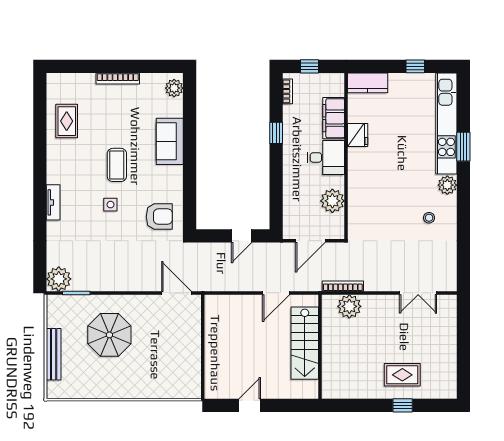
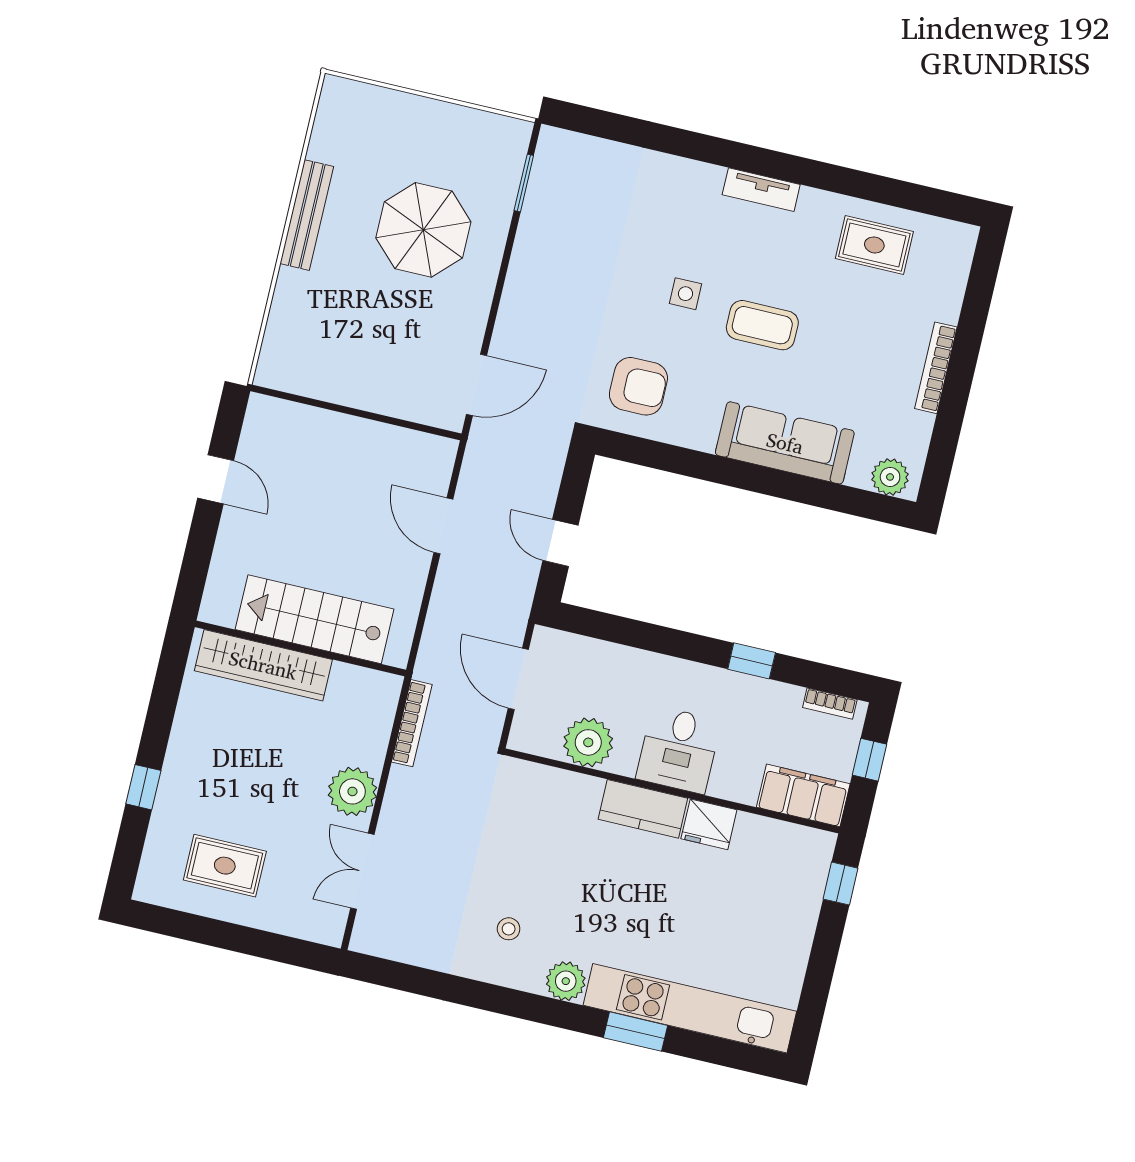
window: (415, 66) -> (841, 884), moved
kitchen counter: (368, 83) -> (643, 809), moved, turned -90
filing cabinet: (334, 118) -> (803, 795), moved
sofa: (170, 141) -> (785, 443), width x1.36
tv unit: (53, 202) -> (761, 190), moved
armchair: (159, 217) -> (638, 386), turned -90
plant: (59, 279) -> (560, 154), removed
door: (276, 293) -> (443, 526), moved
plant: (349, 306) -> (352, 791), moved
bench: (54, 354) -> (307, 215), moved, turned 90
wardrobe: (332, 362) -> (263, 665), added
rug: (402, 375) -> (225, 866), moved, turned 90

